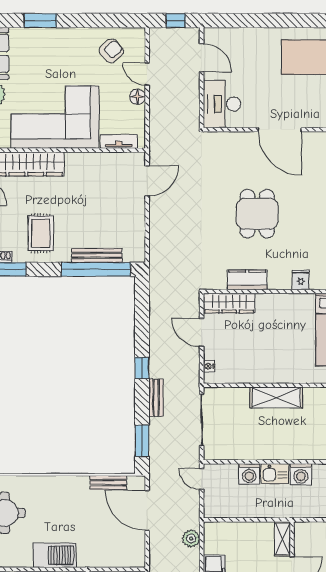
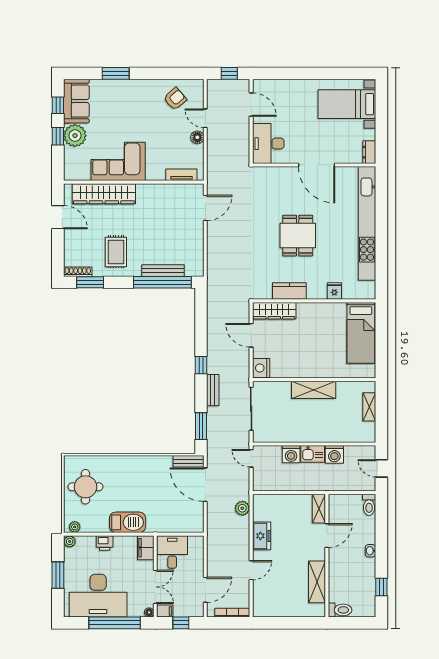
corner sofa: (55, 117) -> (118, 161), width x0.73, depth x0.74
nightstand: (209, 366) -> (261, 368), width x1.89, depth x1.79
bench: (108, 483) -> (188, 461), moved

